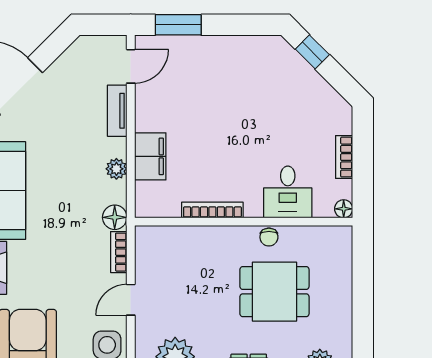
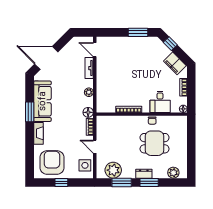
window: (178, 25) -> (138, 32), moved
door: (131, 66) -> (95, 50), swing flipped
filing cabinet: (150, 156) -> (175, 63), moved, turned 135
door: (131, 300) -> (95, 147), hinge flipped

